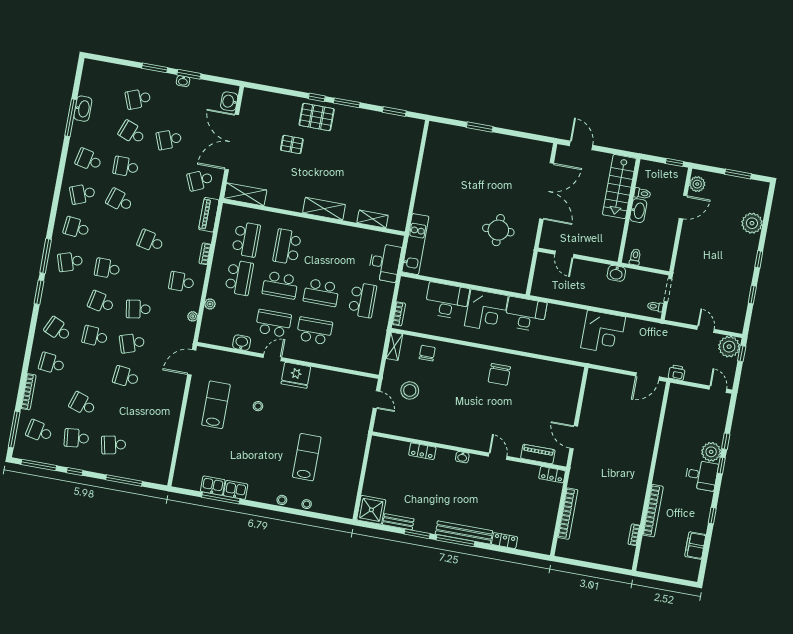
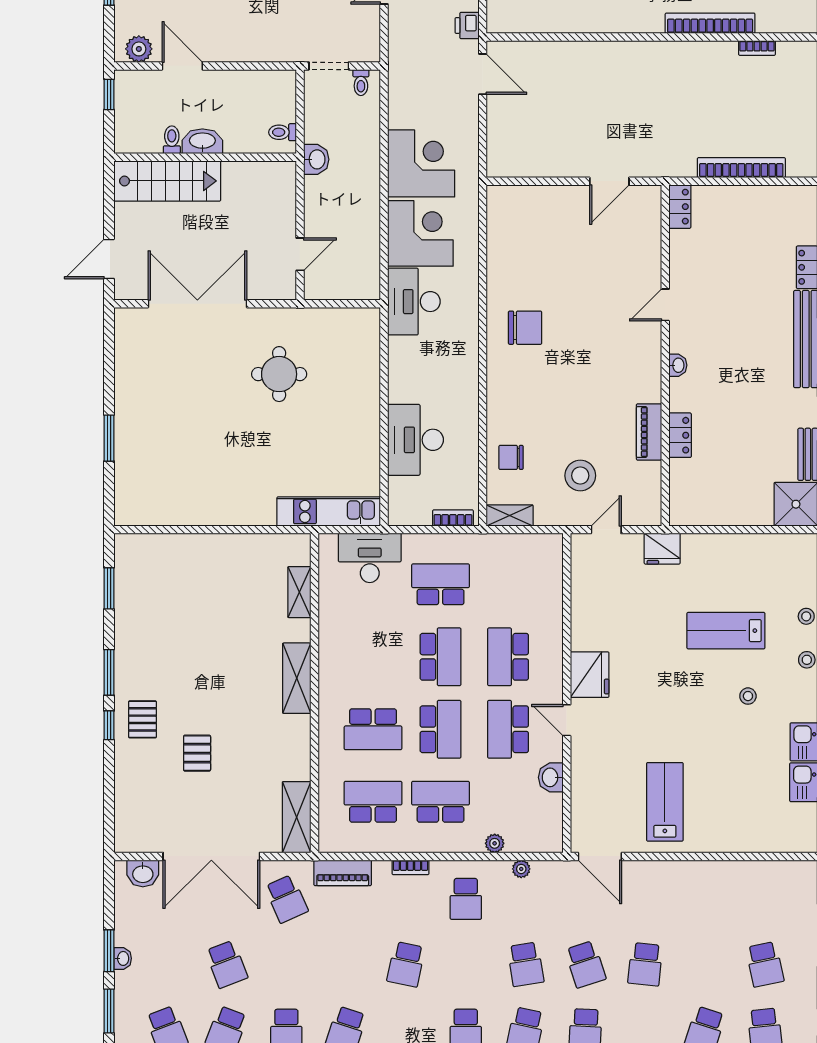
pallet: (317, 117) -> (142, 719), width x0.67, depth x0.71
corner desk: (486, 311) -> (420, 233), moved
lab bench: (216, 405) -> (665, 802), turned 90
stool: (258, 406) -> (748, 696), moved
fridge: (360, 429) -> (662, 549), added
piano: (538, 454) -> (649, 432), moved

